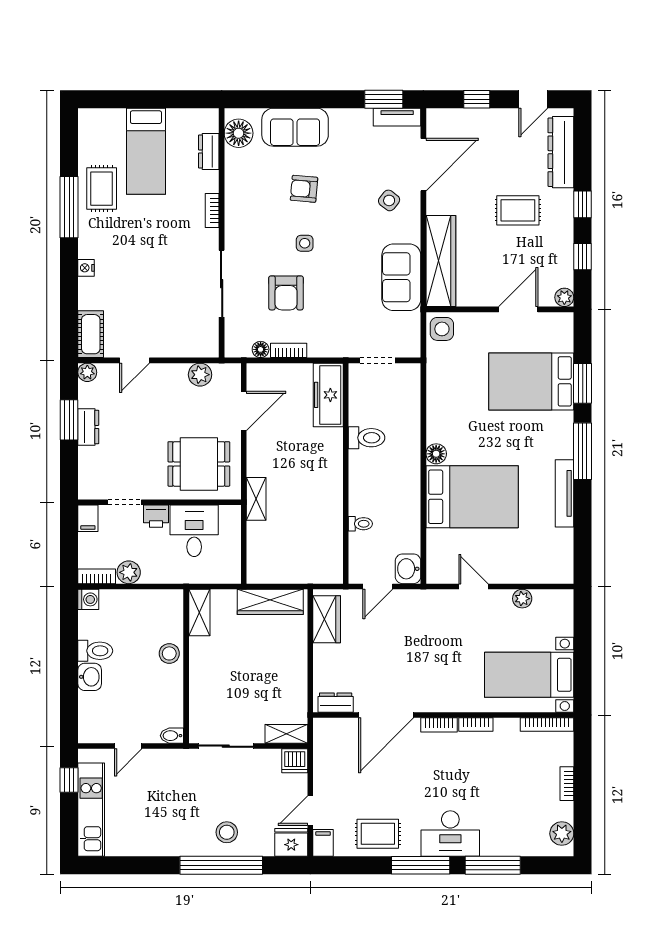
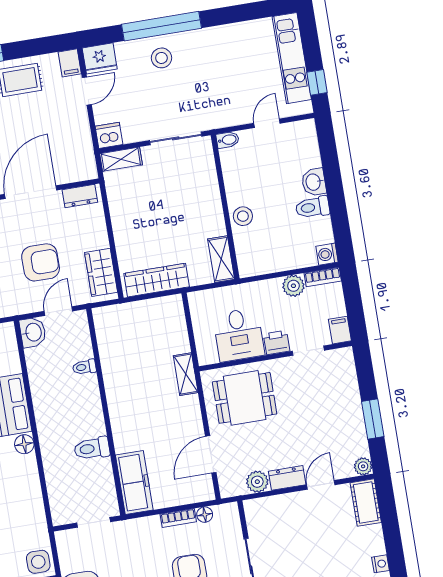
dresser: (88, 427) -> (287, 478), moved, turned 90
armchair: (388, 640) -> (41, 262), added

